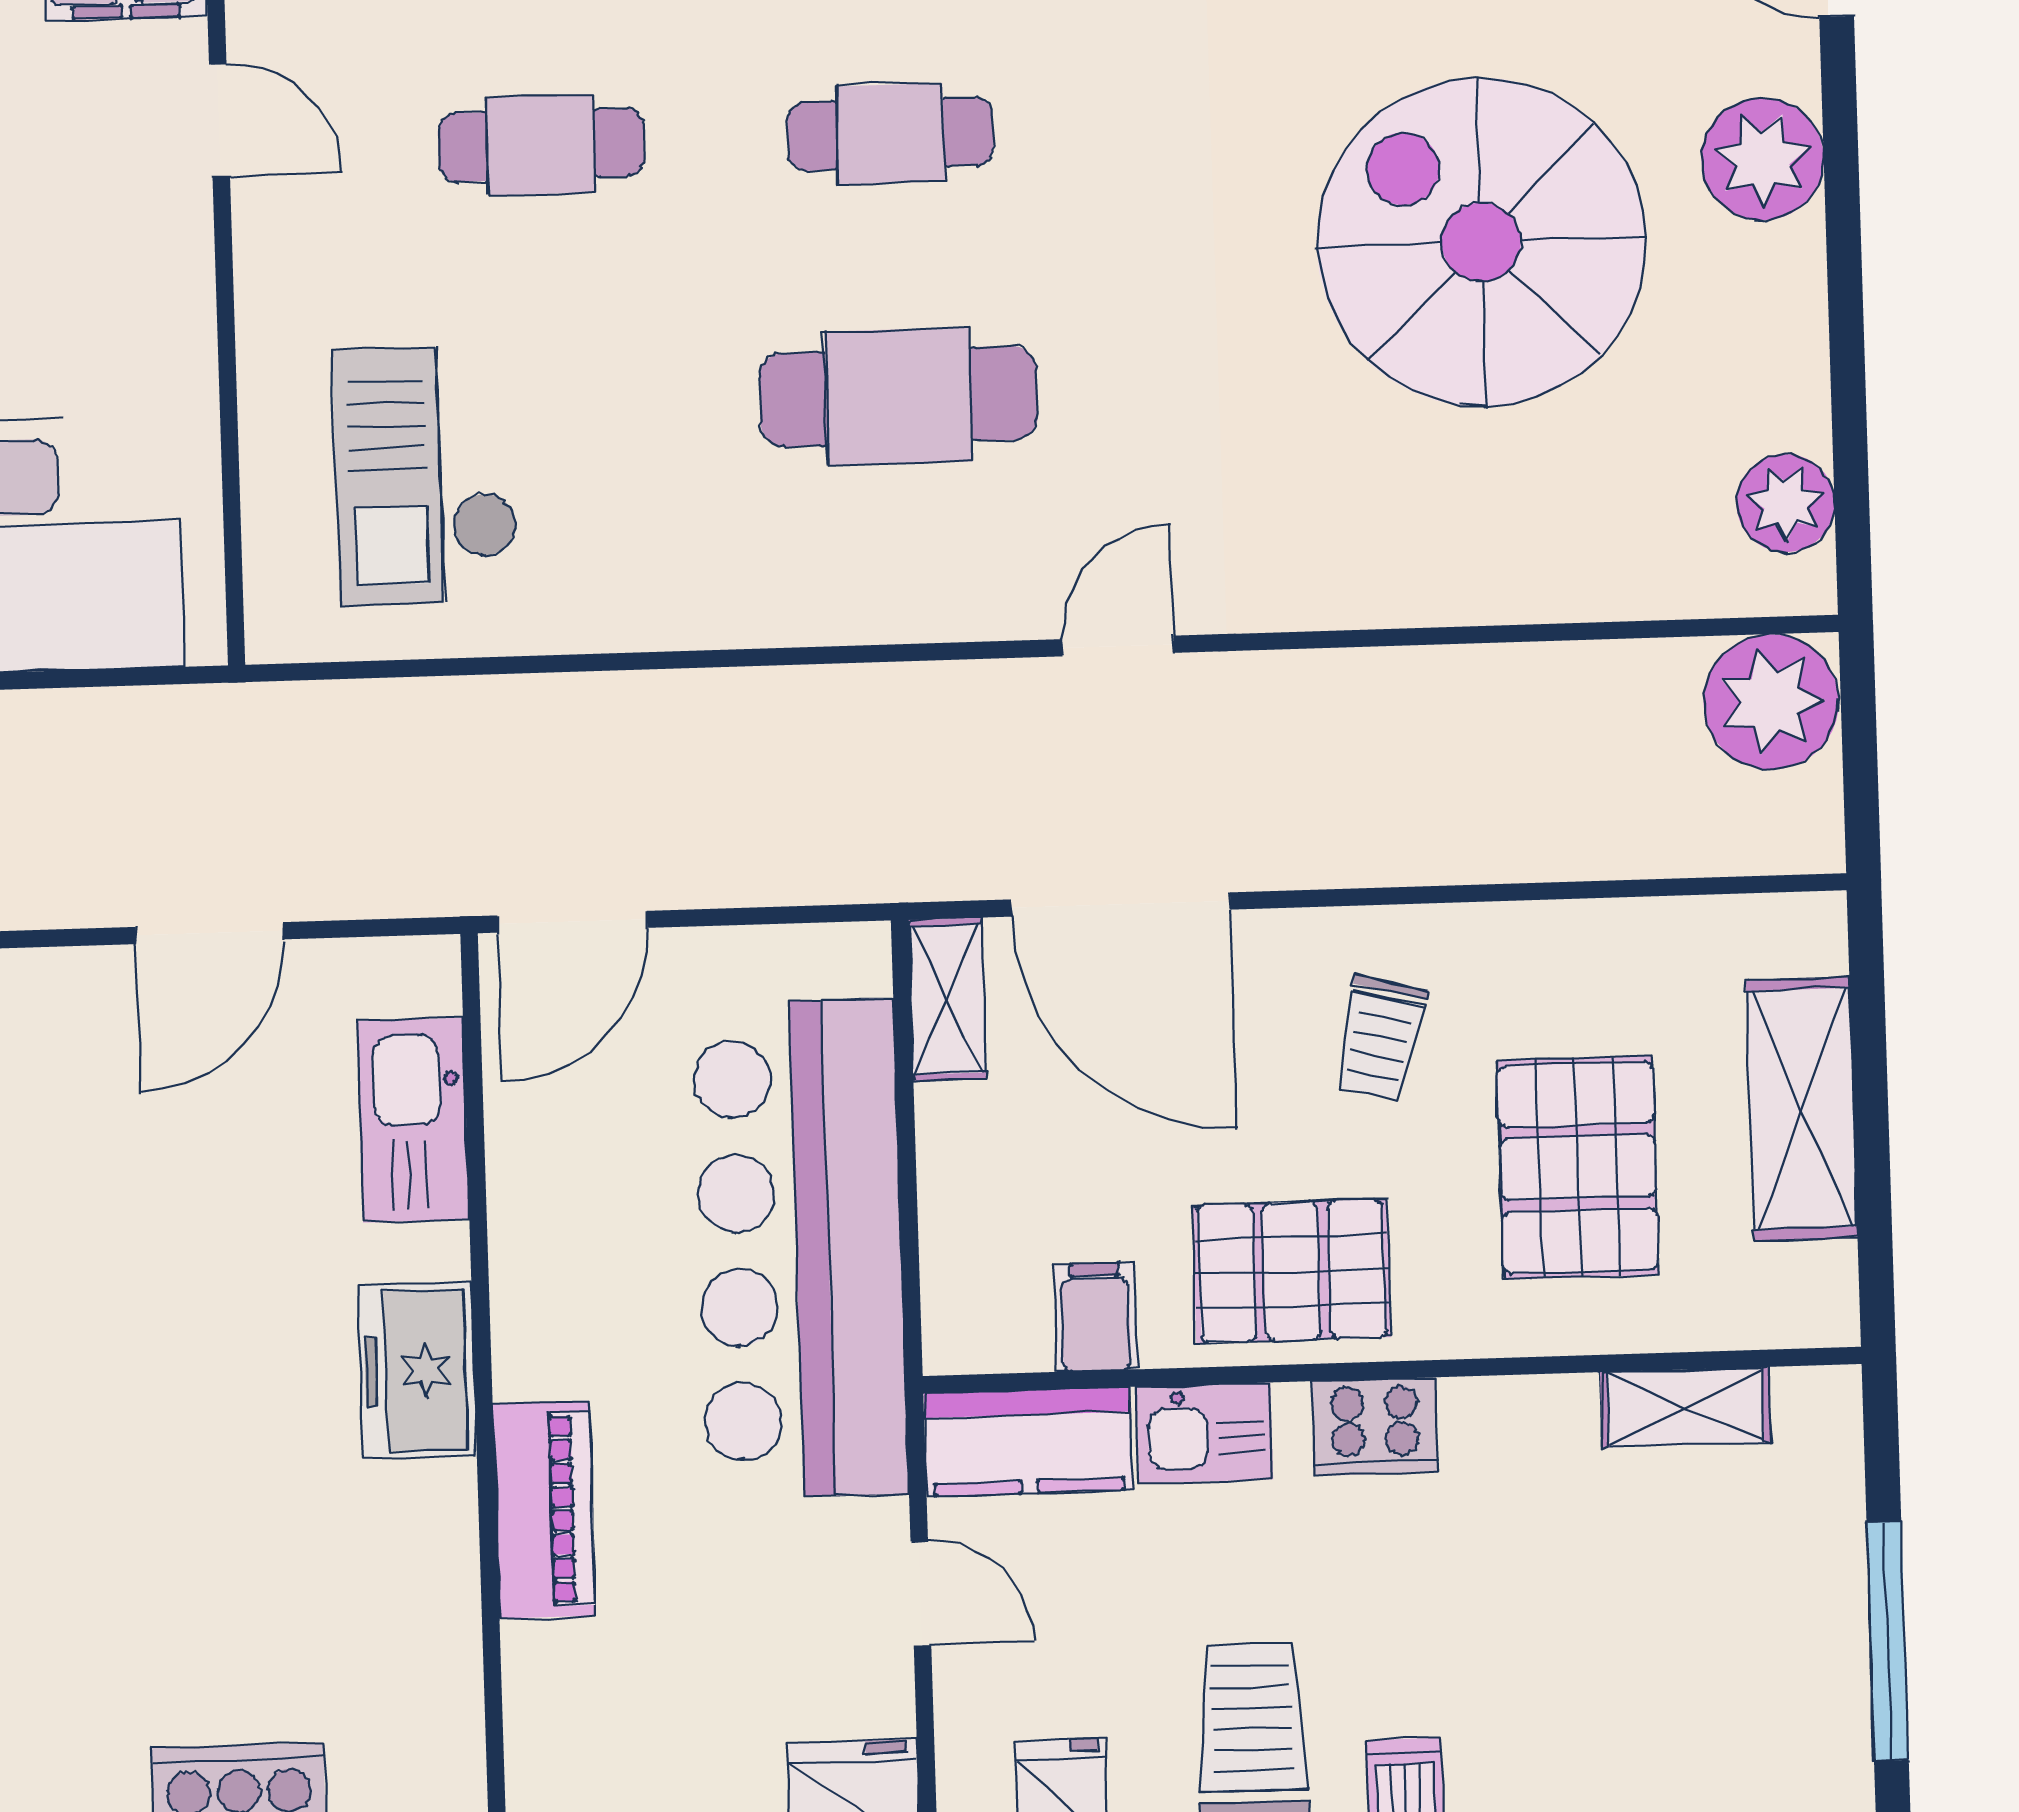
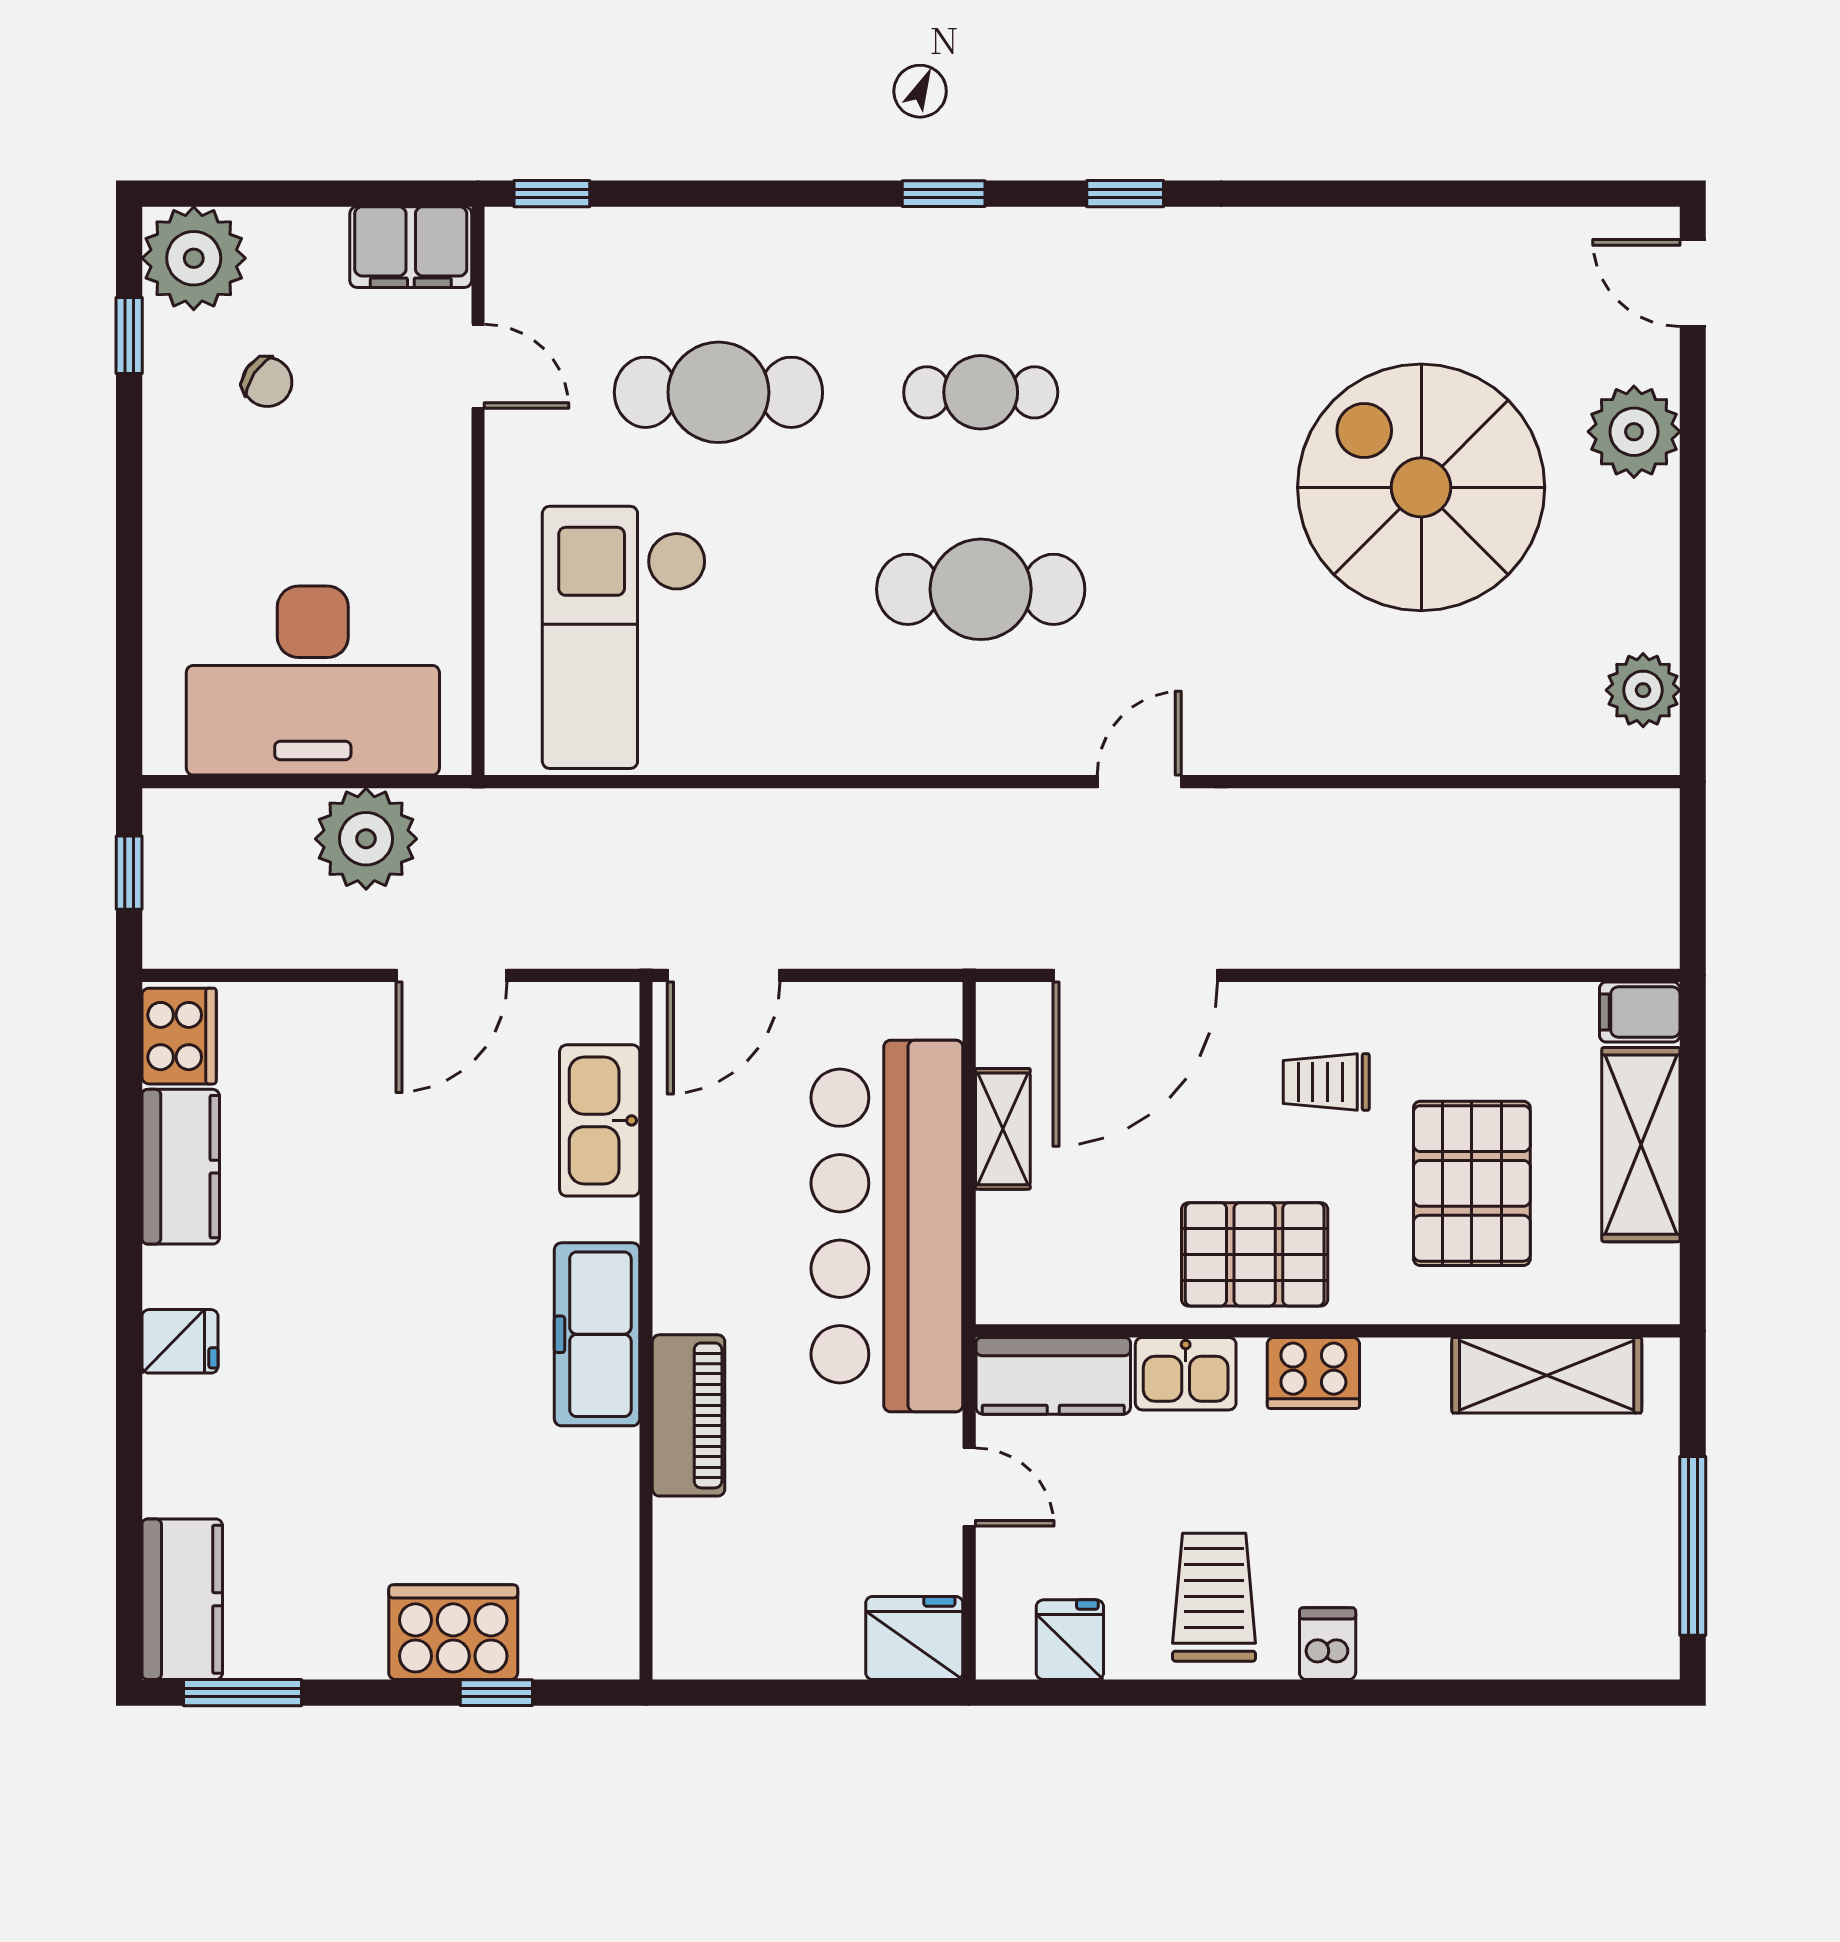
cafe table: (541, 145) -> (718, 392), width x1.37, depth x1.35
checkout: (426, 475) -> (624, 637), width x1.36, depth x1.21
plant: (1771, 702) -> (366, 839), moved
door: (1121, 905) -> (1135, 975), hinge flipped
shelving: (947, 999) -> (1003, 1129), moved
trolley: (1380, 1038) -> (1326, 1082), turned 76
filing cabinet: (1096, 1317) -> (1640, 1012), moved, turned -90
freezer: (417, 1370) -> (597, 1334), width x1.40
shelving: (1685, 1407) -> (1547, 1375), width x1.50, depth x1.33

